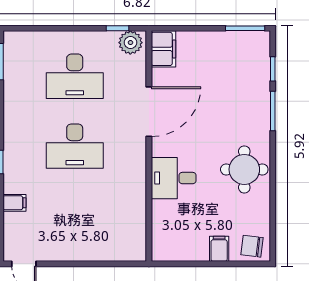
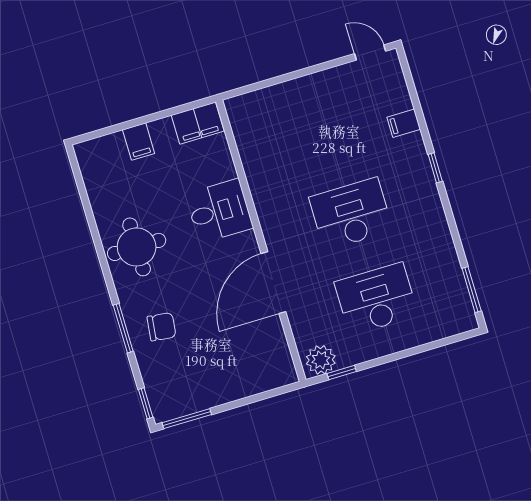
filing cabinet: (163, 49) -> (198, 123), moved, turned -90
window: (273, 69) -> (146, 403), moved
chair: (252, 246) -> (161, 327), moved

